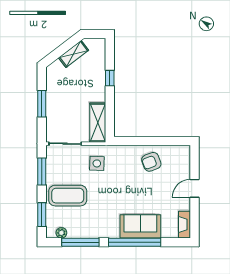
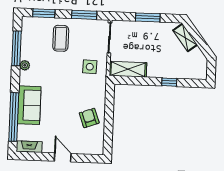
shelving: (74, 54) -> (185, 38), moved
coffee table: (68, 196) -> (61, 38), width x0.73, depth x0.76
plant: (61, 233) -> (25, 65), moved
window: (135, 242) -> (14, 117), moved

